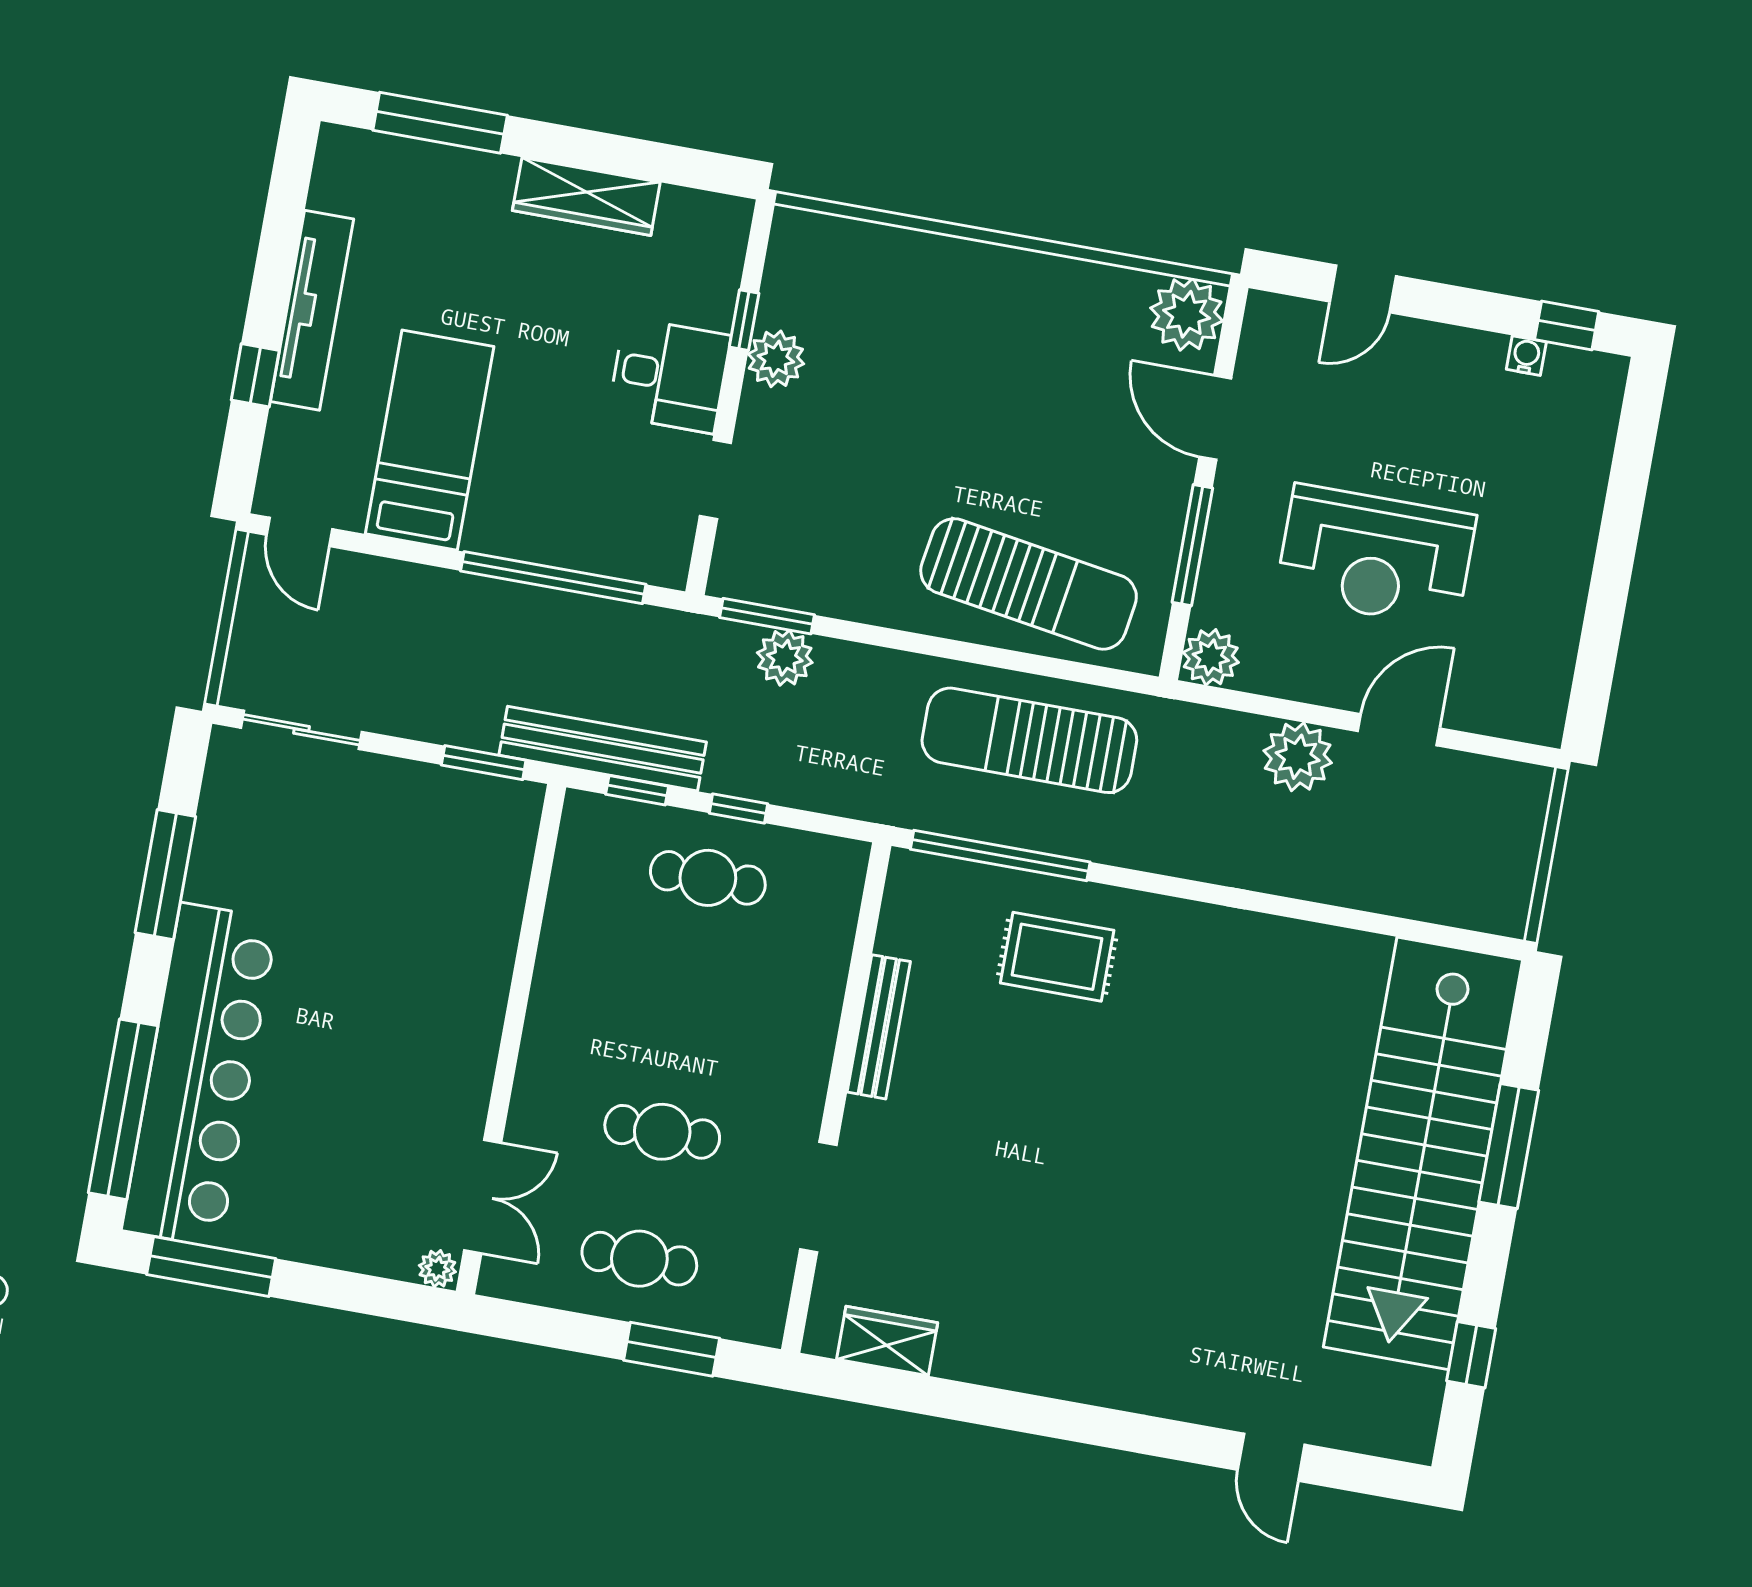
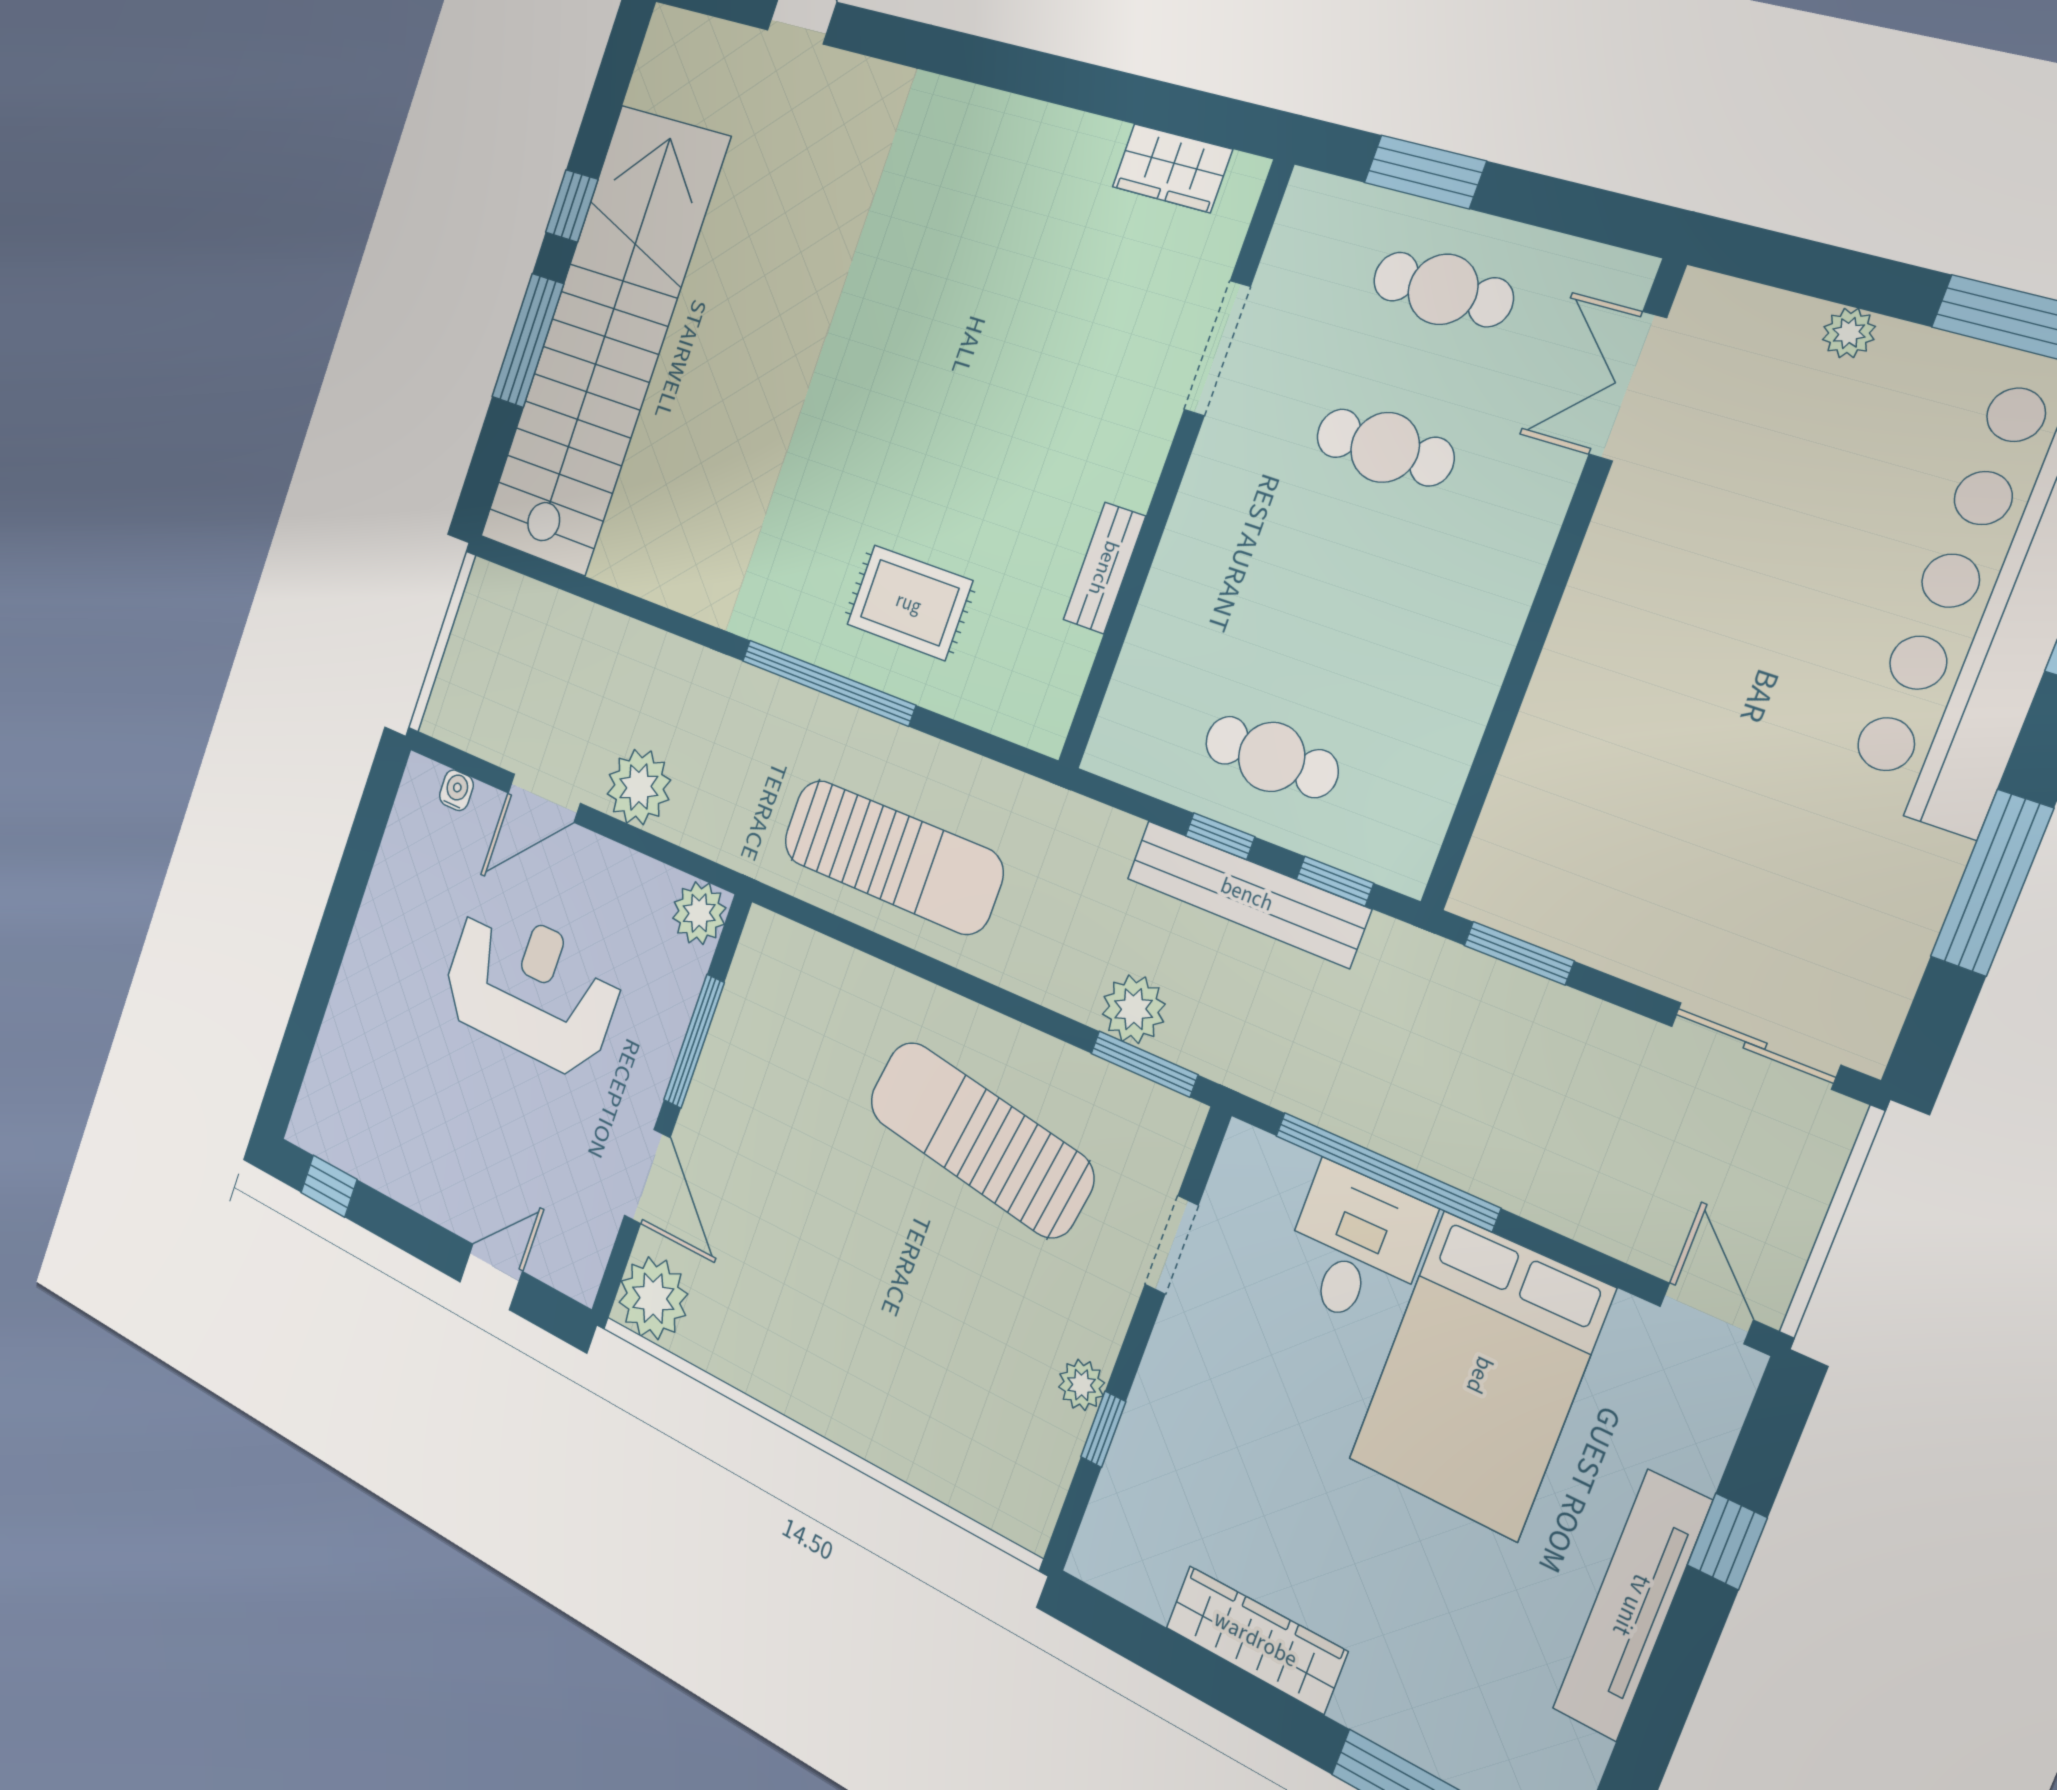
water cooler: (1526, 356) -> (456, 790), moved, turned 180
plant: (776, 359) -> (1082, 1385), width x0.73, depth x0.73
desk: (669, 375) -> (1356, 1247), moved, turned 90
bed: (430, 440) -> (1480, 1375), width x1.50
sun lounger: (1029, 584) -> (980, 1139), moved
bench: (603, 749) -> (1247, 894), moved
window: (1000, 856) -> (828, 683), moved
bench: (879, 1027) -> (1104, 568), width x0.73
plant: (437, 1269) -> (1849, 333), moved
window: (1471, 1355) -> (572, 206), moved

